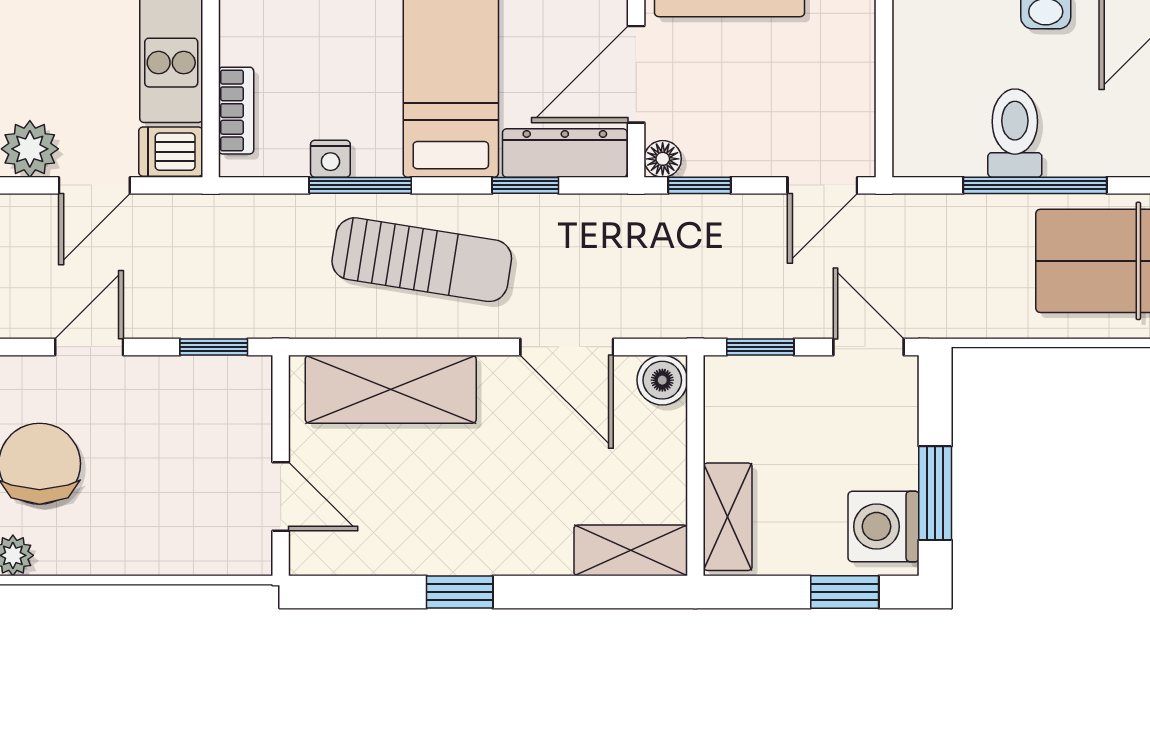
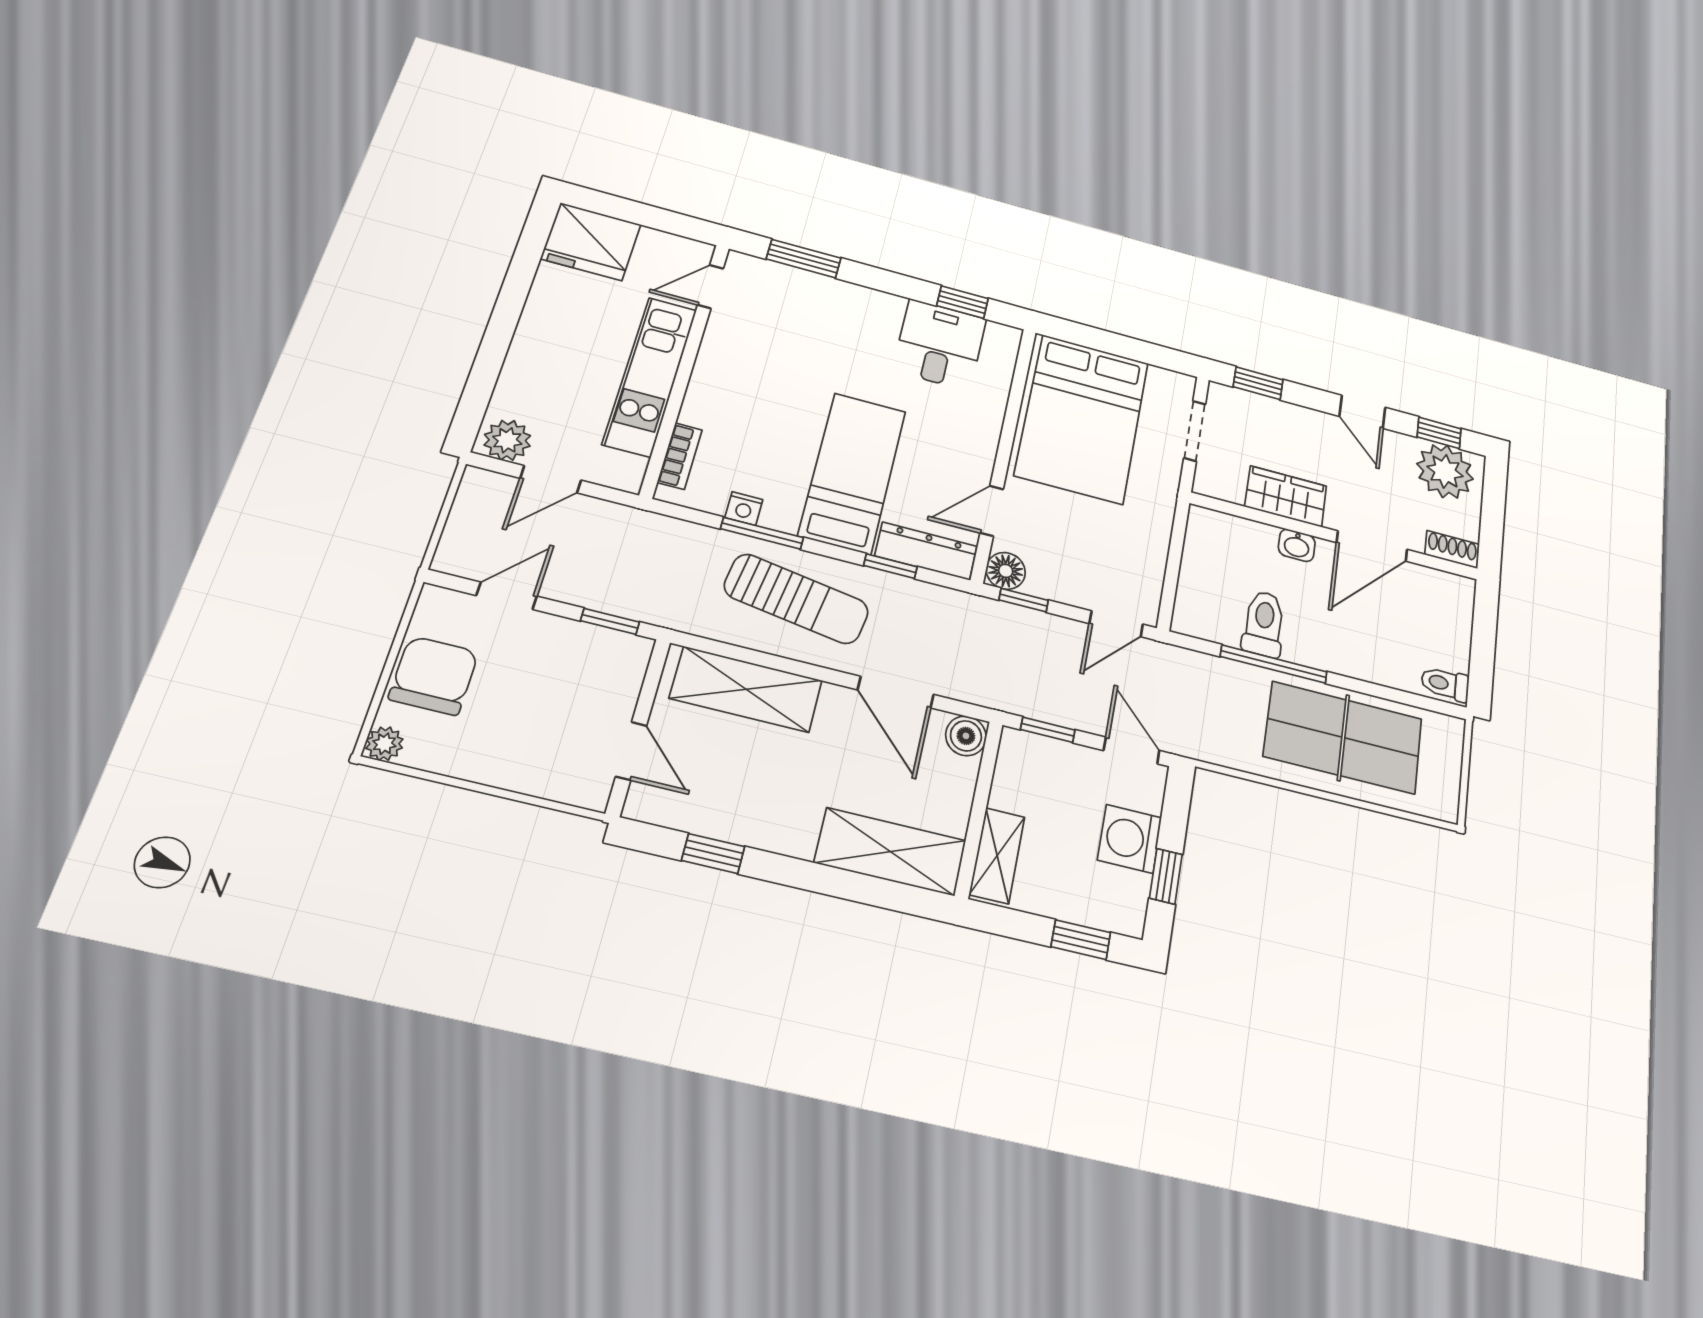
door: (636, 74) -> (992, 511), width x0.73
dishwasher: (171, 152) -> (619, 471), removed
floor lamp: (663, 159) -> (1006, 571), width x1.37, depth x1.37
window: (935, 493) -> (1166, 876), width x0.67
washing machine: (884, 526) -> (1130, 839), moved
shelving: (631, 550) -> (890, 852), width x1.50, depth x1.33
window: (460, 592) -> (713, 854), moved

